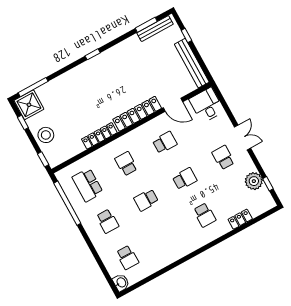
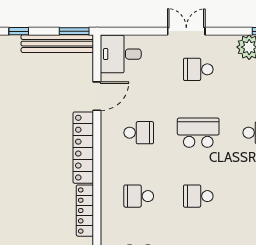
window: (205, 69) -> (74, 31), added
school desk: (165, 142) -> (139, 133), turned 90
school desk: (185, 179) -> (198, 133), width x1.85
school desk: (146, 200) -> (198, 196), turned 90

